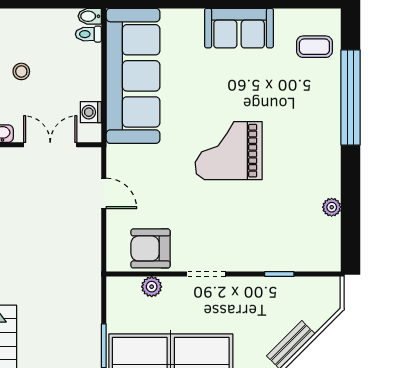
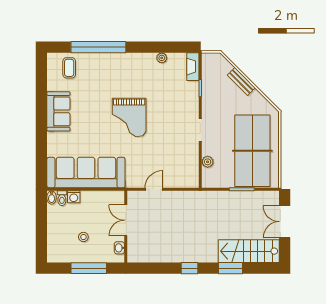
washing machine: (91, 112) -> (74, 197), moved
armchair: (151, 248) -> (186, 162), removed
fireplace: (317, 261) -> (193, 67), added

